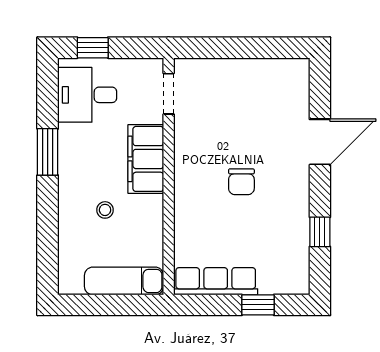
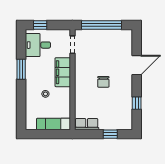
window: (237, 48) -> (101, 25), added
row of seats: (216, 281) -> (87, 124), width x0.68

